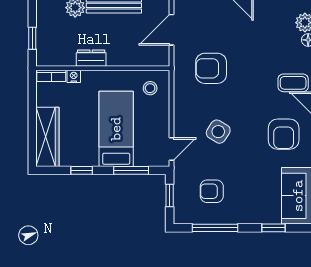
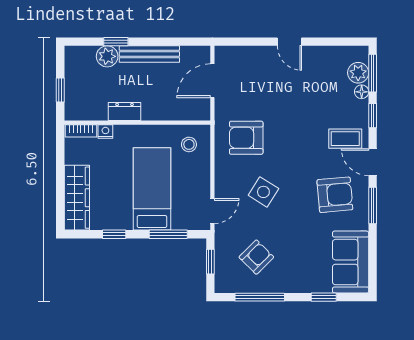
armchair: (211, 68) -> (246, 138), moved
armchair: (284, 134) -> (335, 195), turned -95
armchair: (212, 191) -> (256, 257), turned 135

